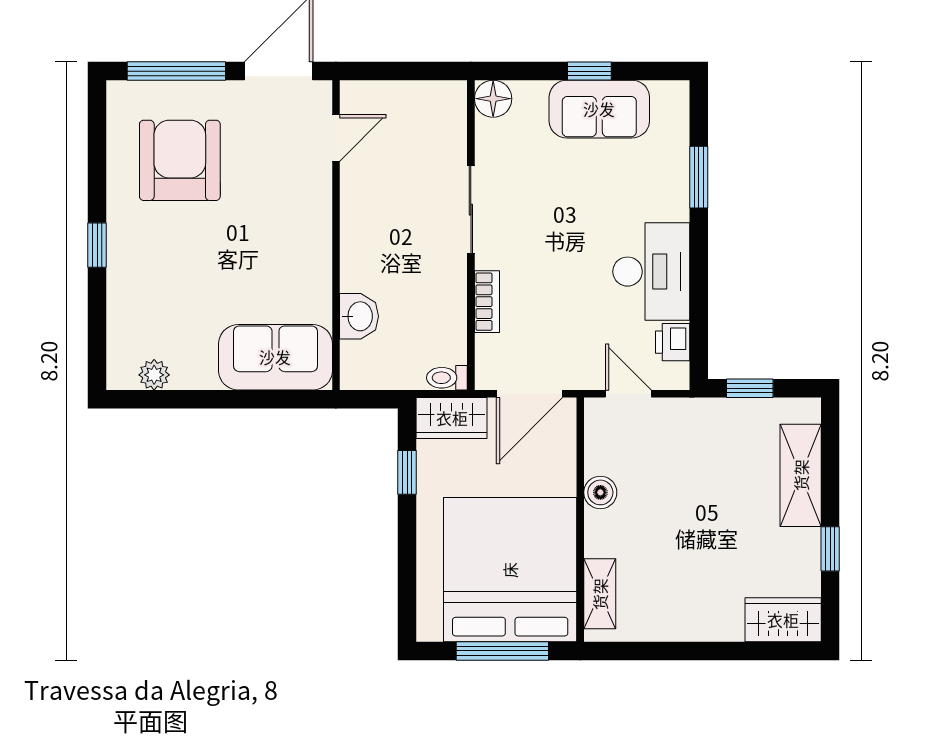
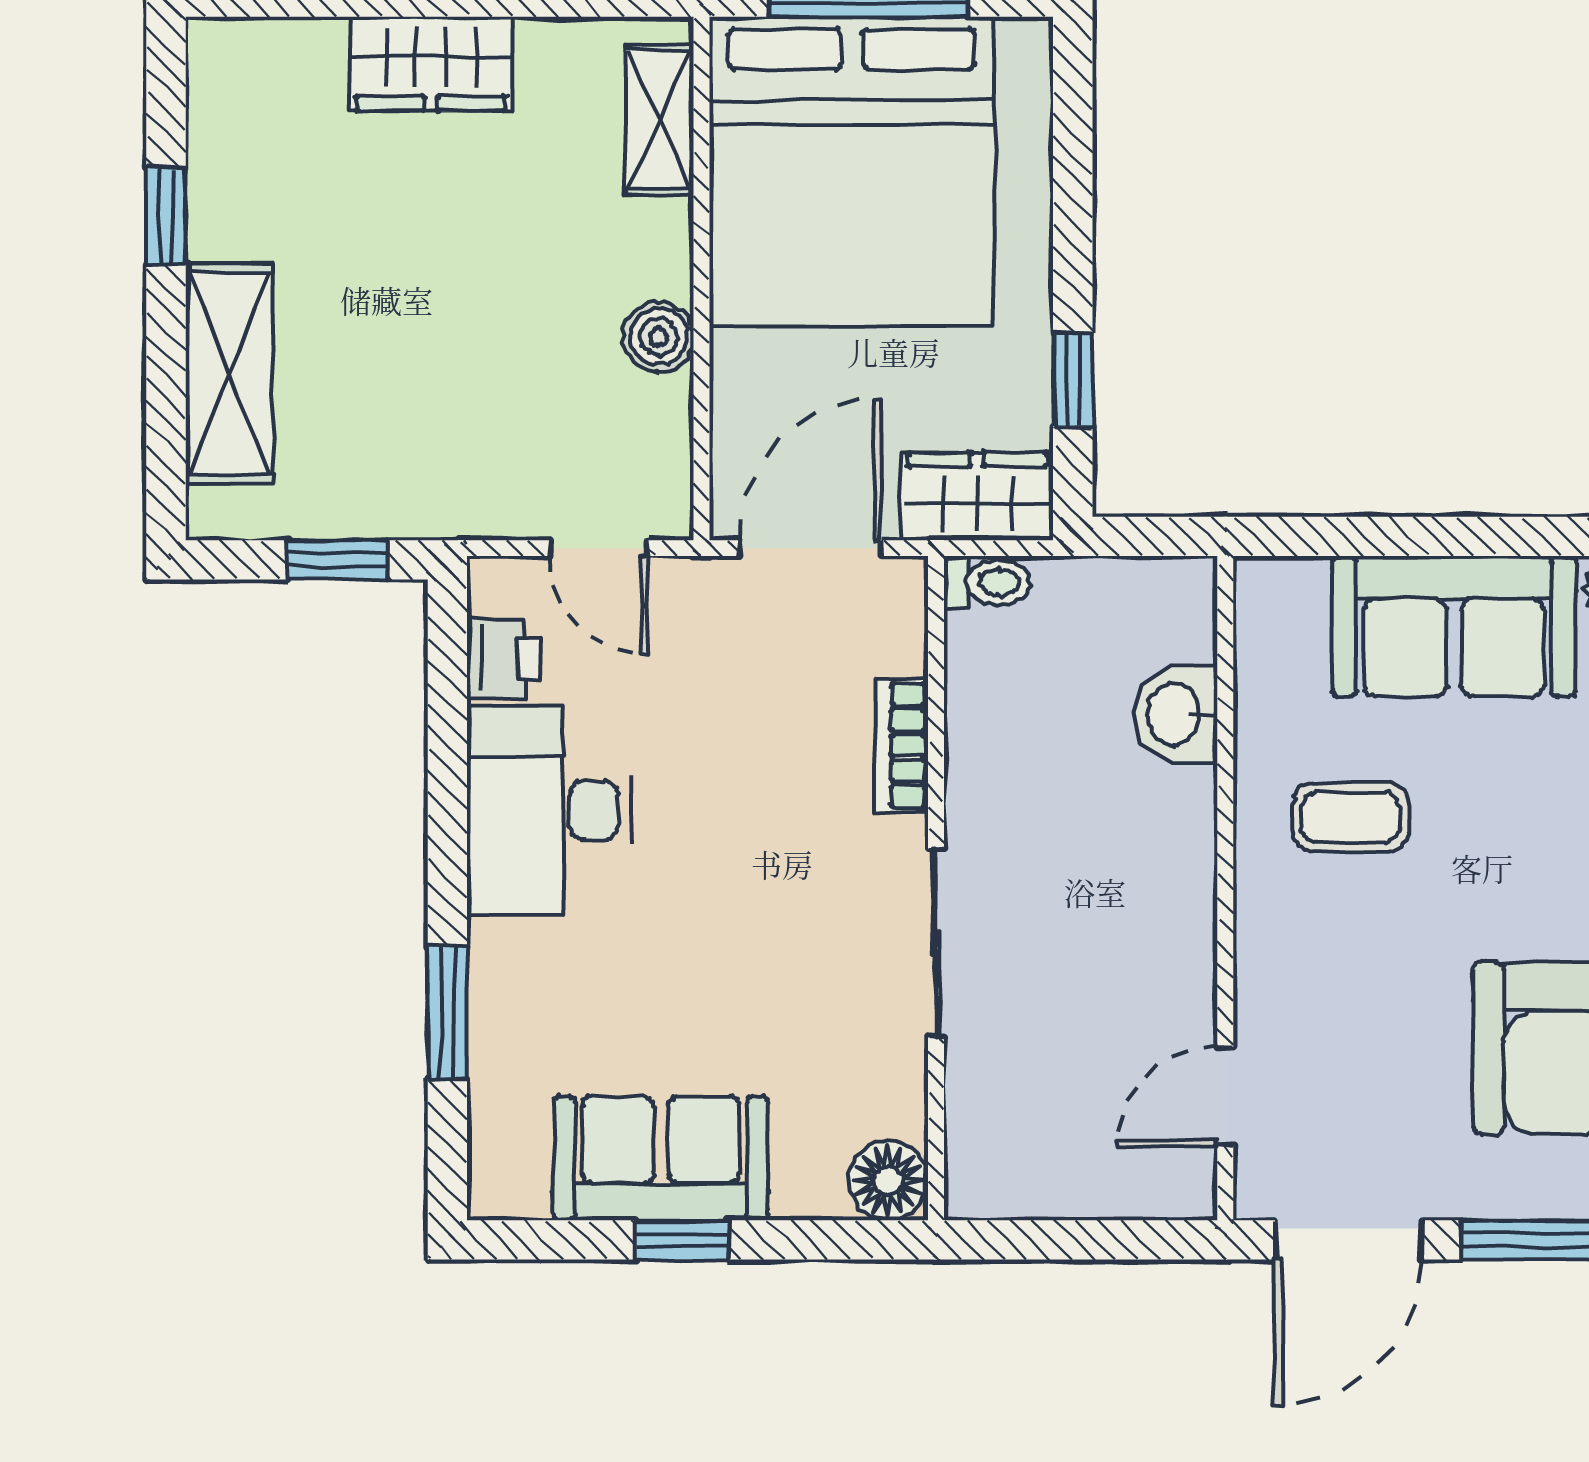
coffee table: (277, 268) -> (1351, 817), added
sofa: (275, 357) -> (1454, 626), moved
wardrobe: (783, 620) -> (431, 64), moved

